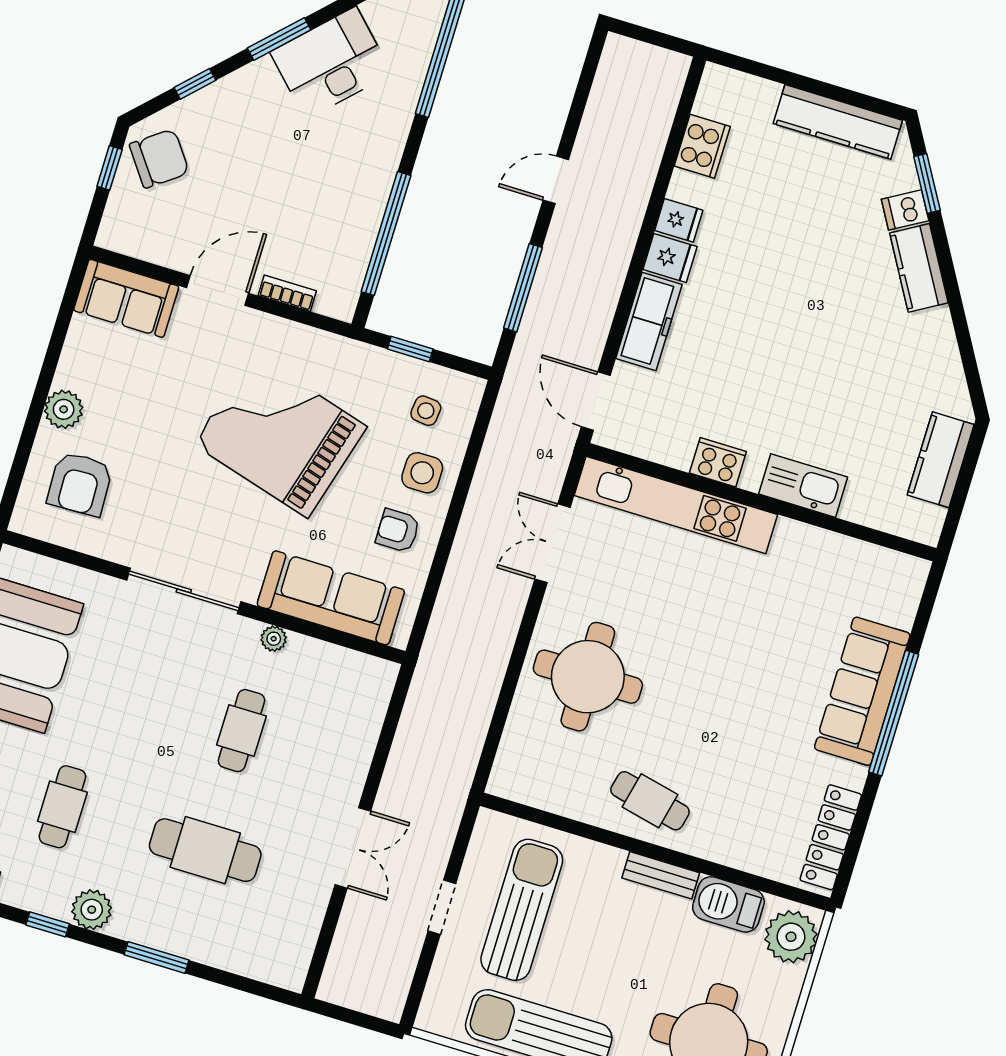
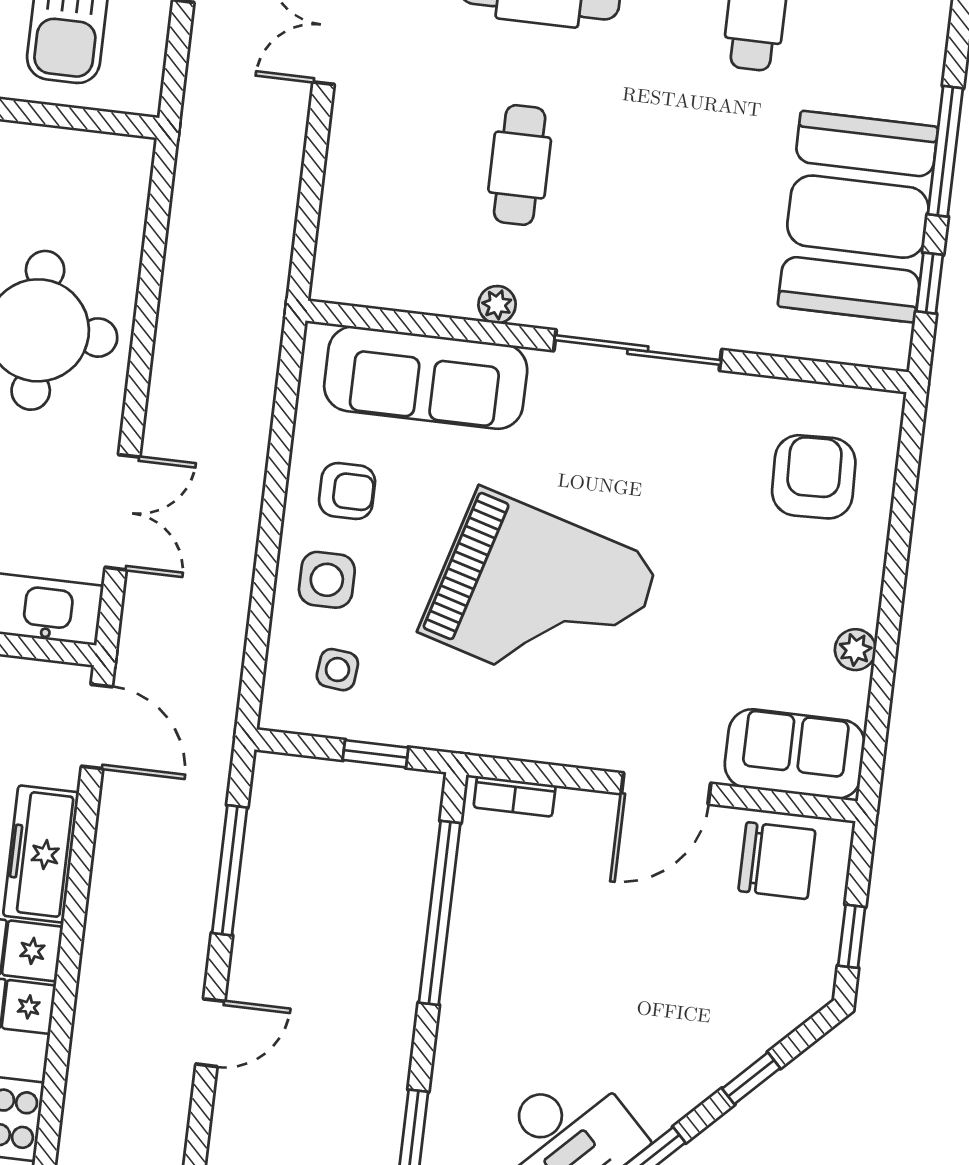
chair: (159, 159) -> (777, 861), moved, turned -144
bookcase: (287, 293) -> (515, 796), moved
plant: (64, 409) -> (855, 650), moved, width x0.73, depth x0.73

